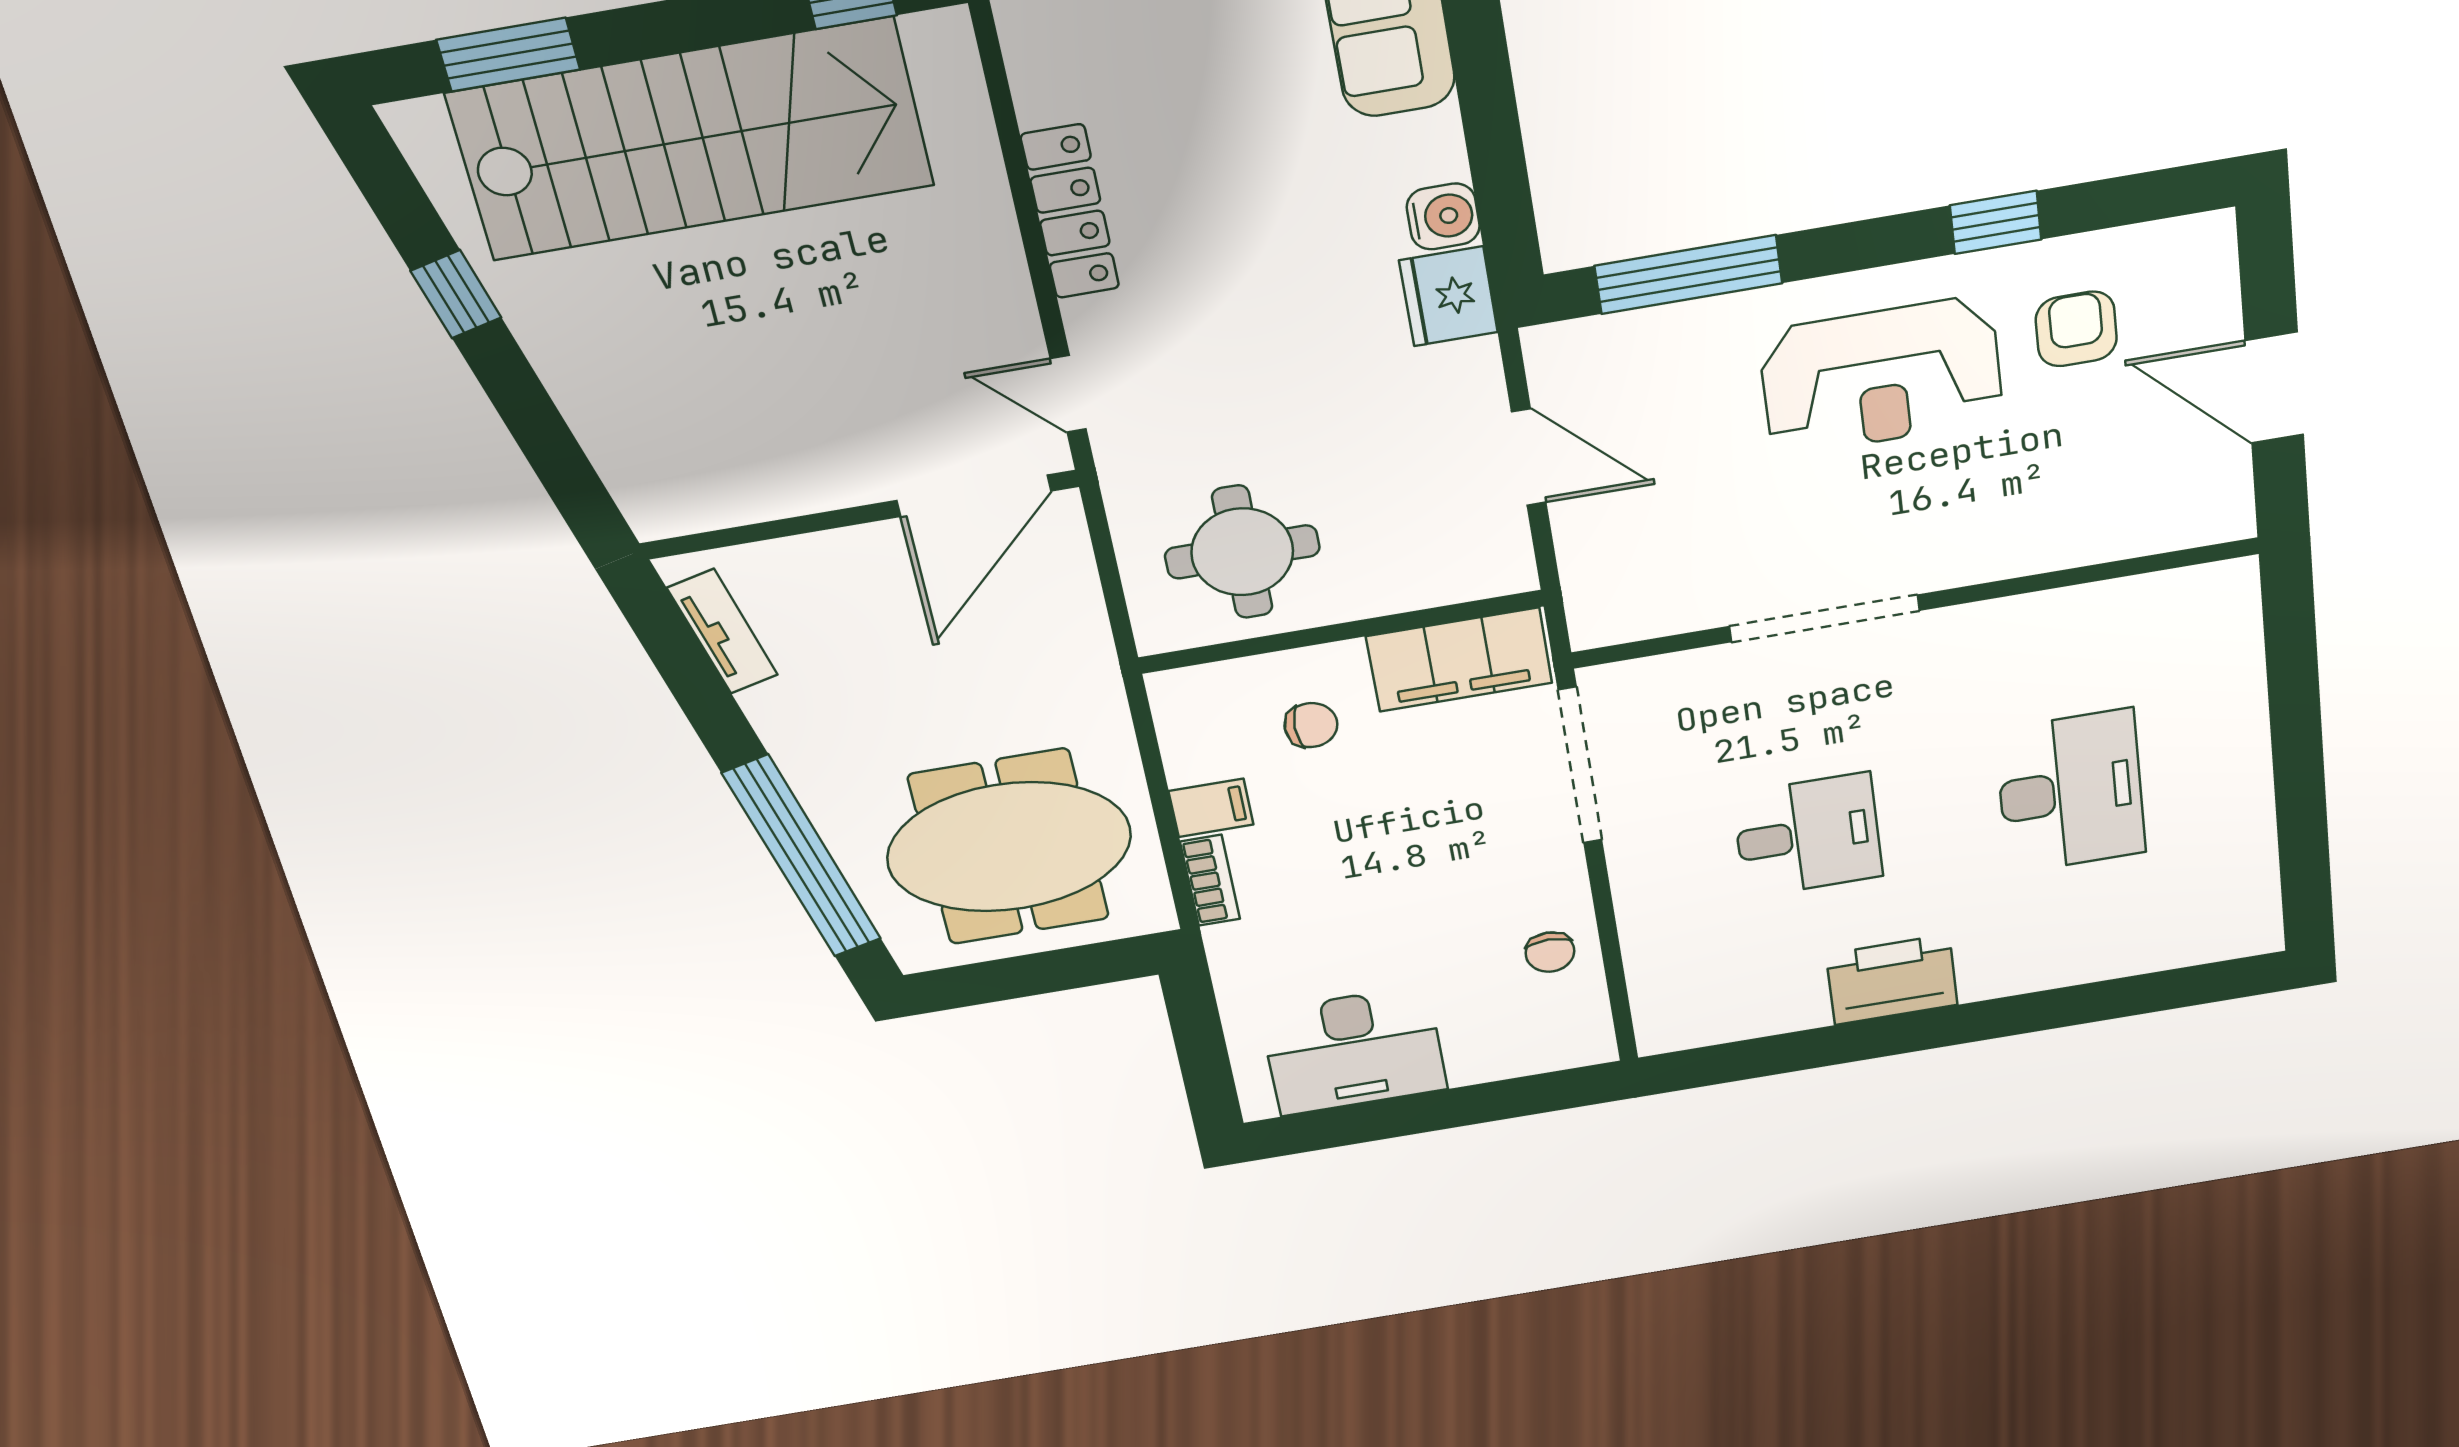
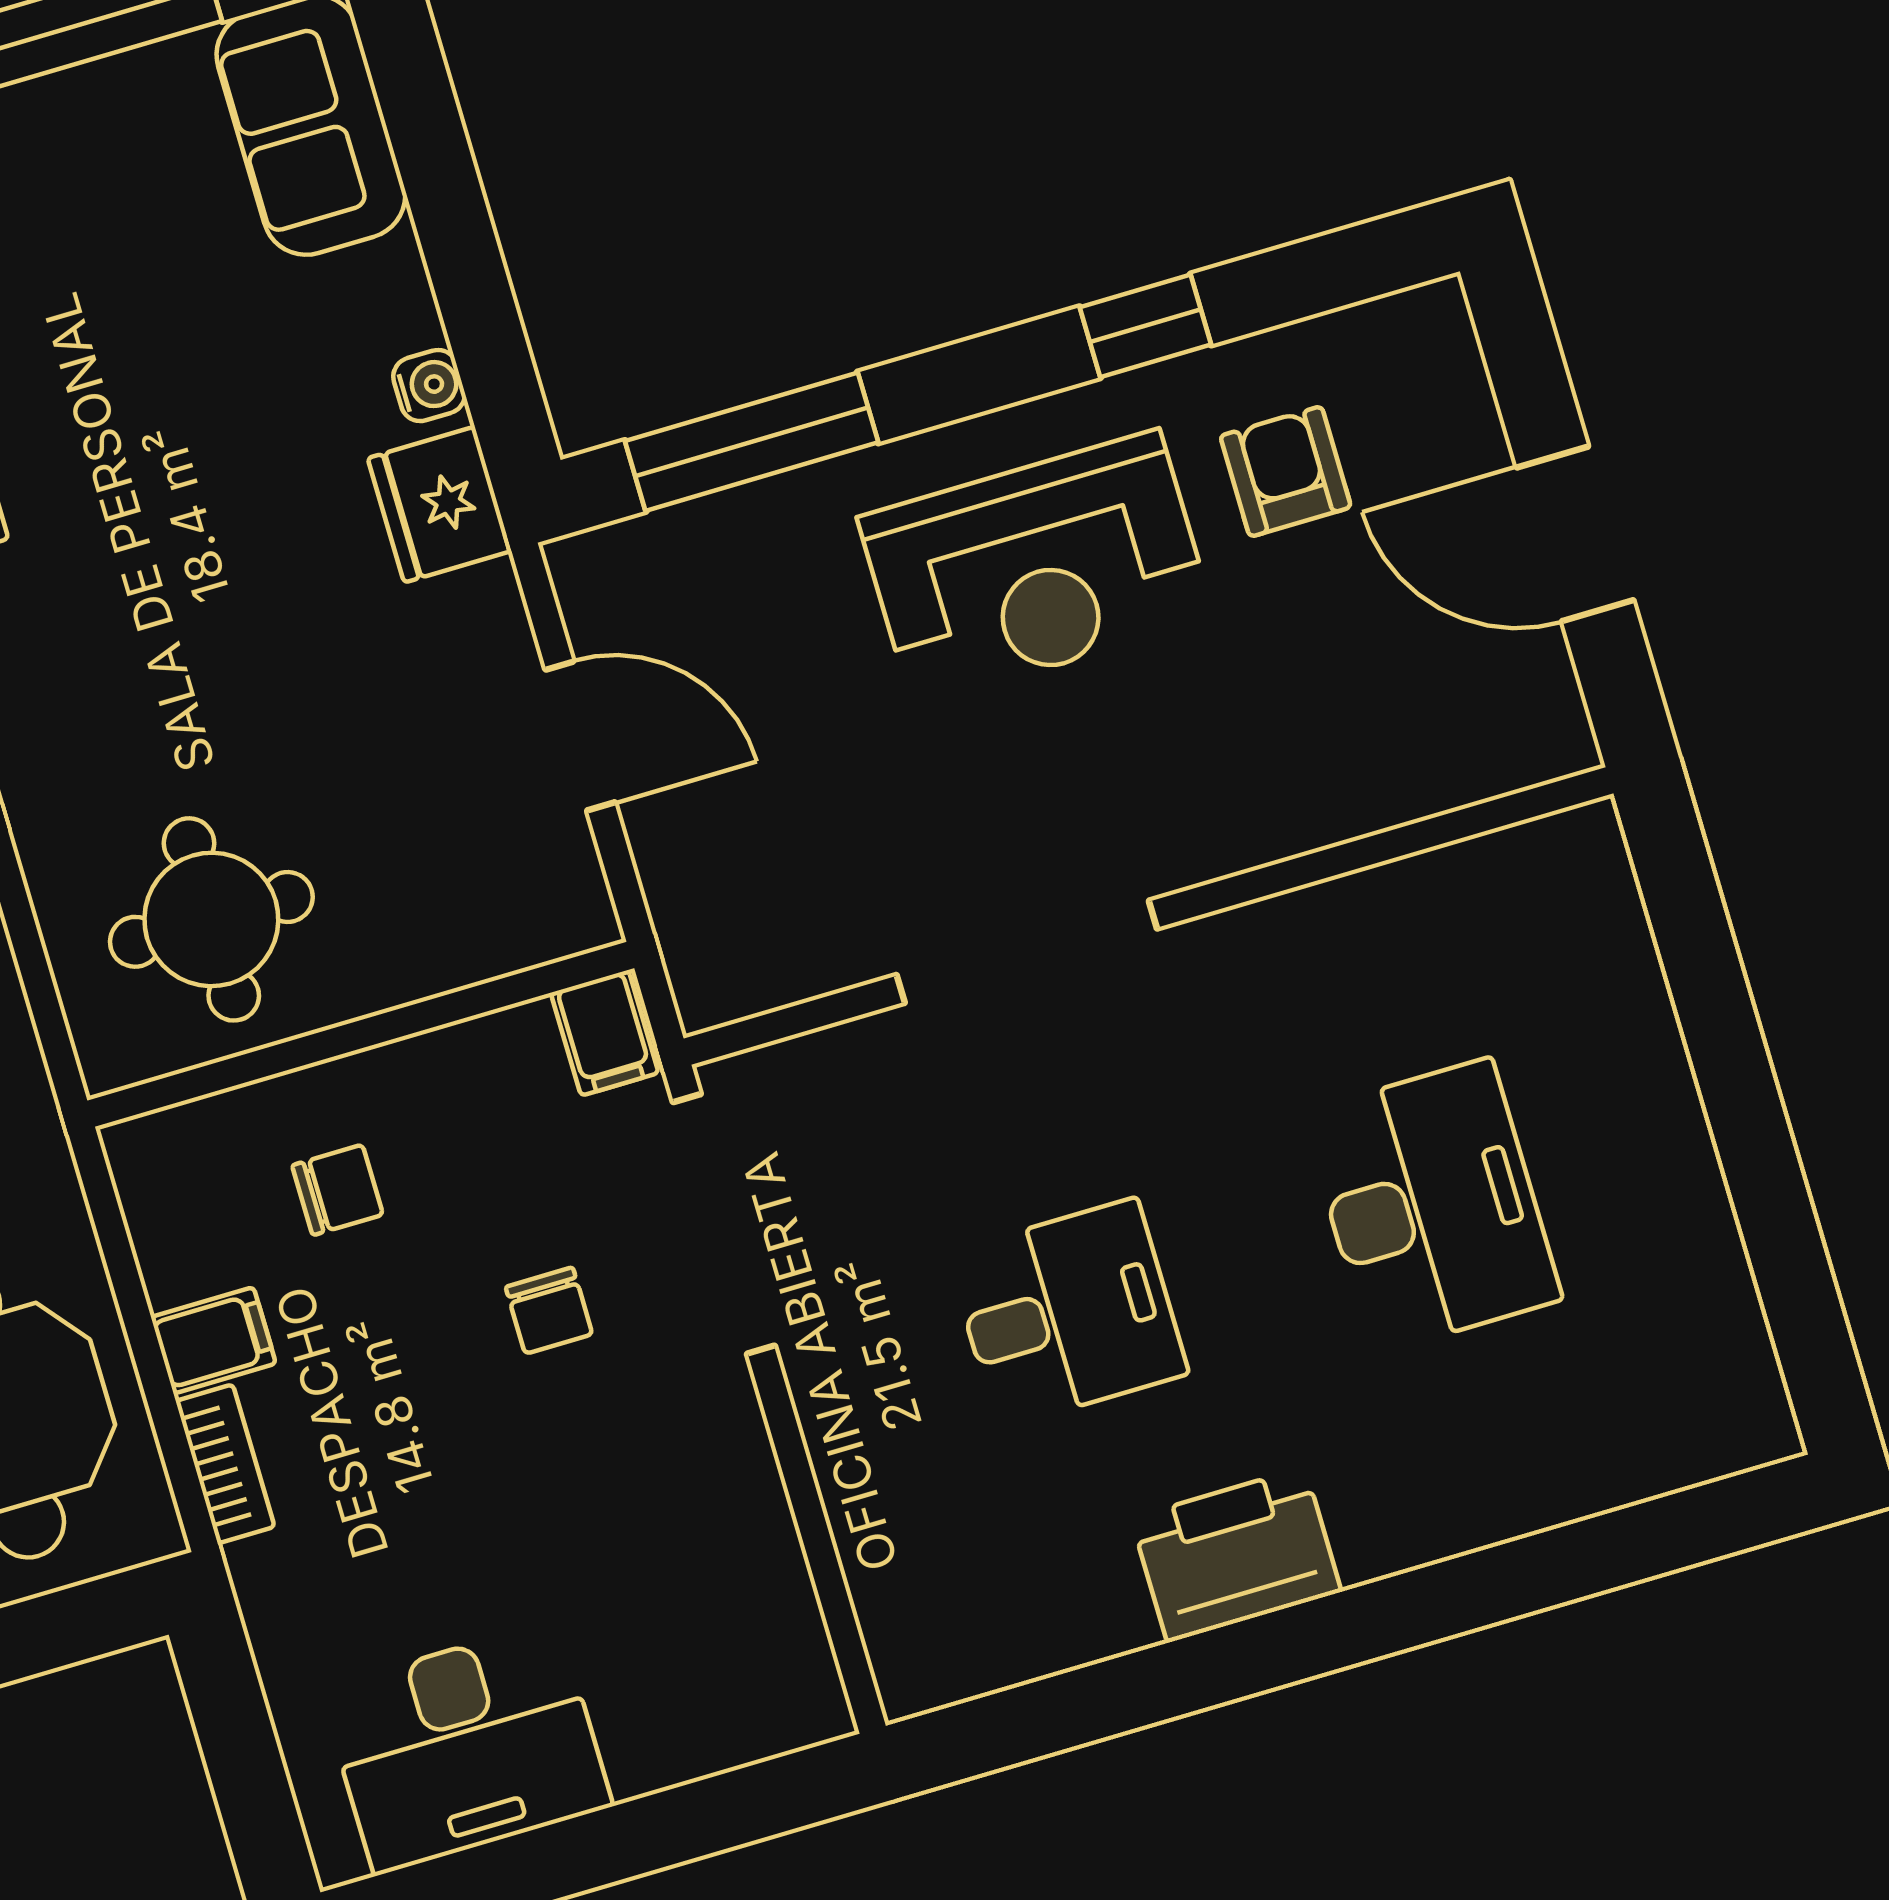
water cooler: (1443, 216) -> (429, 386), width x0.72, depth x0.72
filing cabinet: (1459, 660) -> (605, 1033), width x0.33, depth x0.86
chair: (1550, 952) -> (549, 1310), moved

